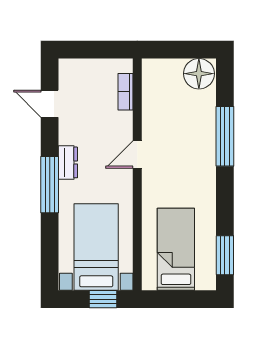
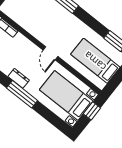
door: (137, 155) -> (50, 53), moved

